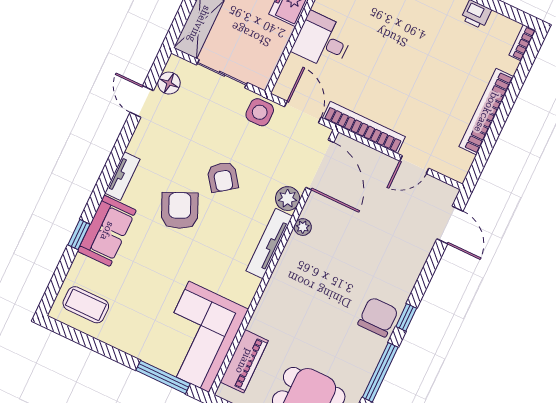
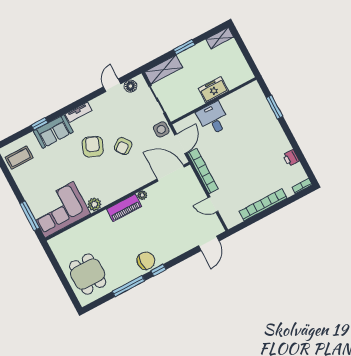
door: (320, 165) -> (171, 173), swing flipped
plant: (288, 199) -> (94, 204), moved
armchair: (180, 210) -> (93, 147), turned -44
tv unit: (269, 244) -> (122, 191), removed
coffee table: (86, 305) -> (19, 158), turned 90
piano: (244, 361) -> (124, 208), moved

